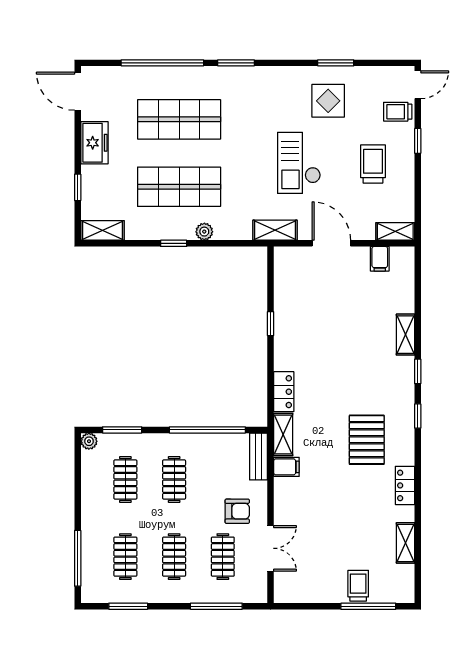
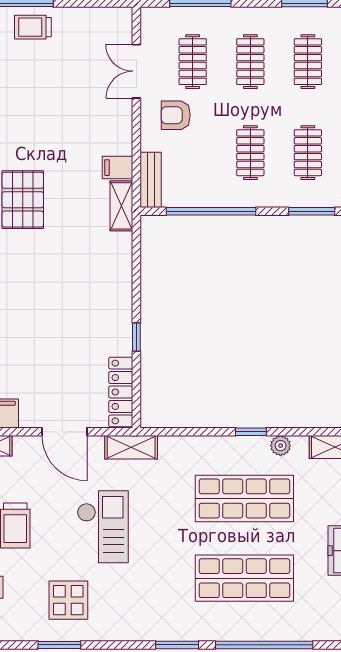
plant: (204, 232) -> (281, 446), moved
locker: (284, 392) -> (121, 392), moved, width x1.53
trolley: (358, 586) -> (33, 27), turned 90

